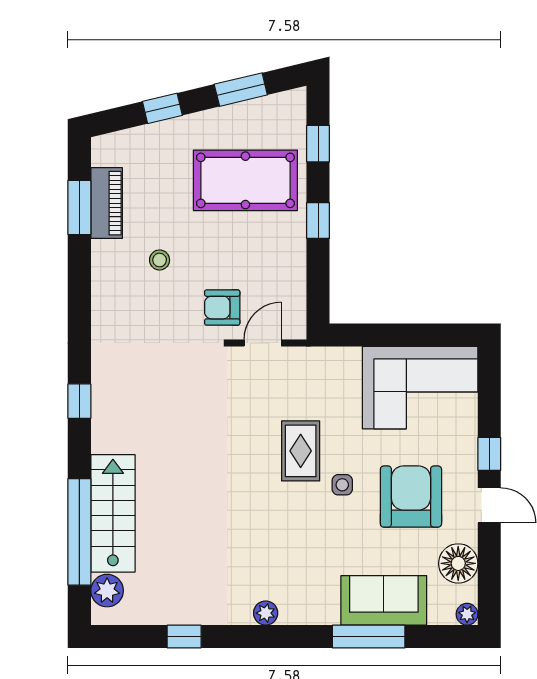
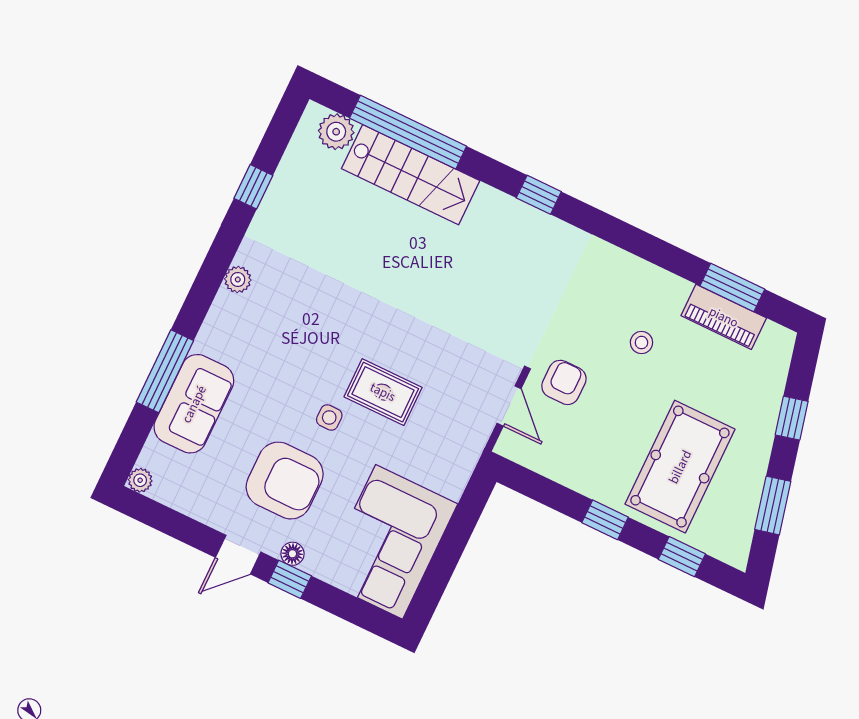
floor lamp: (458, 563) -> (292, 554), moved, width x0.53, depth x0.53

